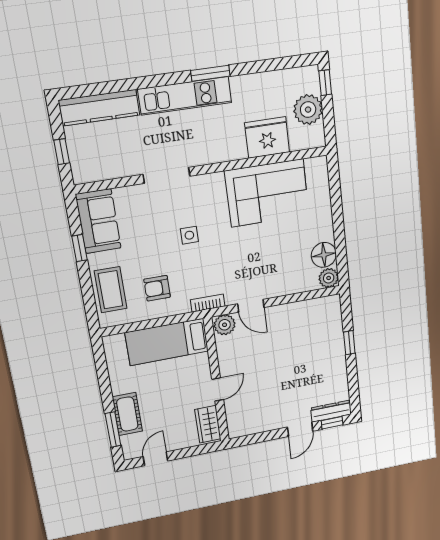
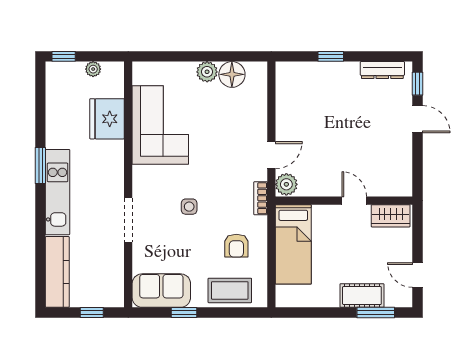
plant: (308, 110) -> (93, 69), width x0.53, depth x0.53
plant: (329, 278) -> (207, 72), moved
dresser: (331, 411) -> (382, 70), moved, turned -90

